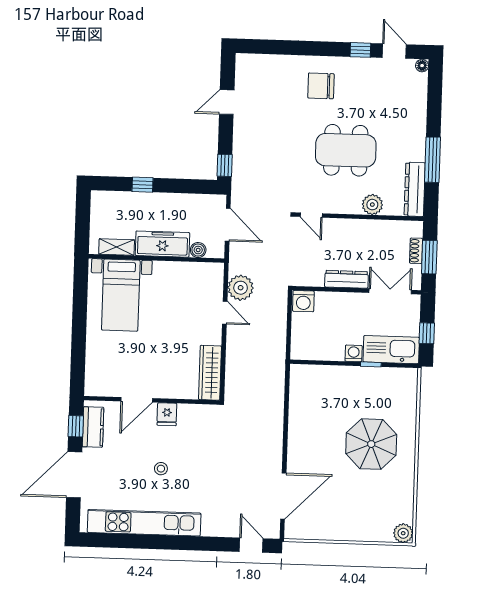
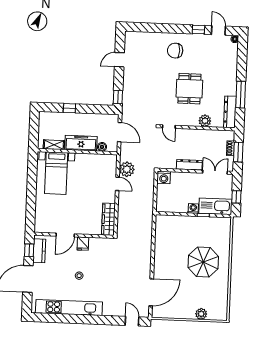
dining table: (346, 150) -> (189, 89), width x0.73
plant: (403, 533) -> (201, 314), moved

